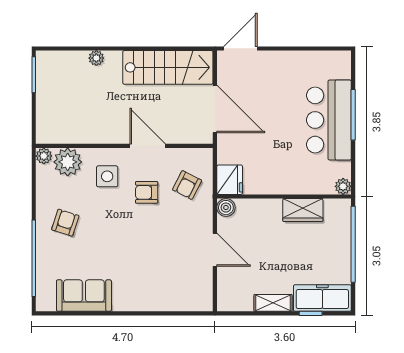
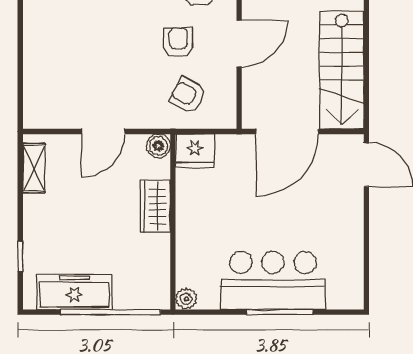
wardrobe: (303, 210) -> (155, 206), moved
freezer: (322, 298) -> (74, 292), moved, turned -90
shelving: (273, 303) -> (34, 168), moved

